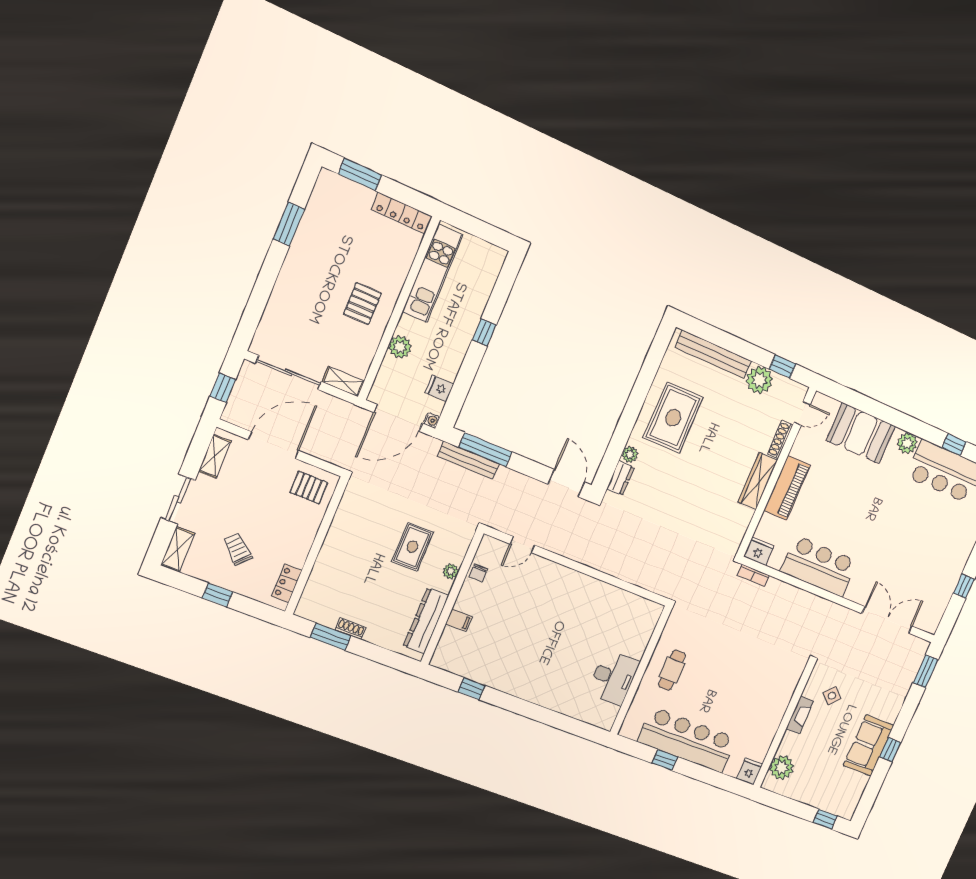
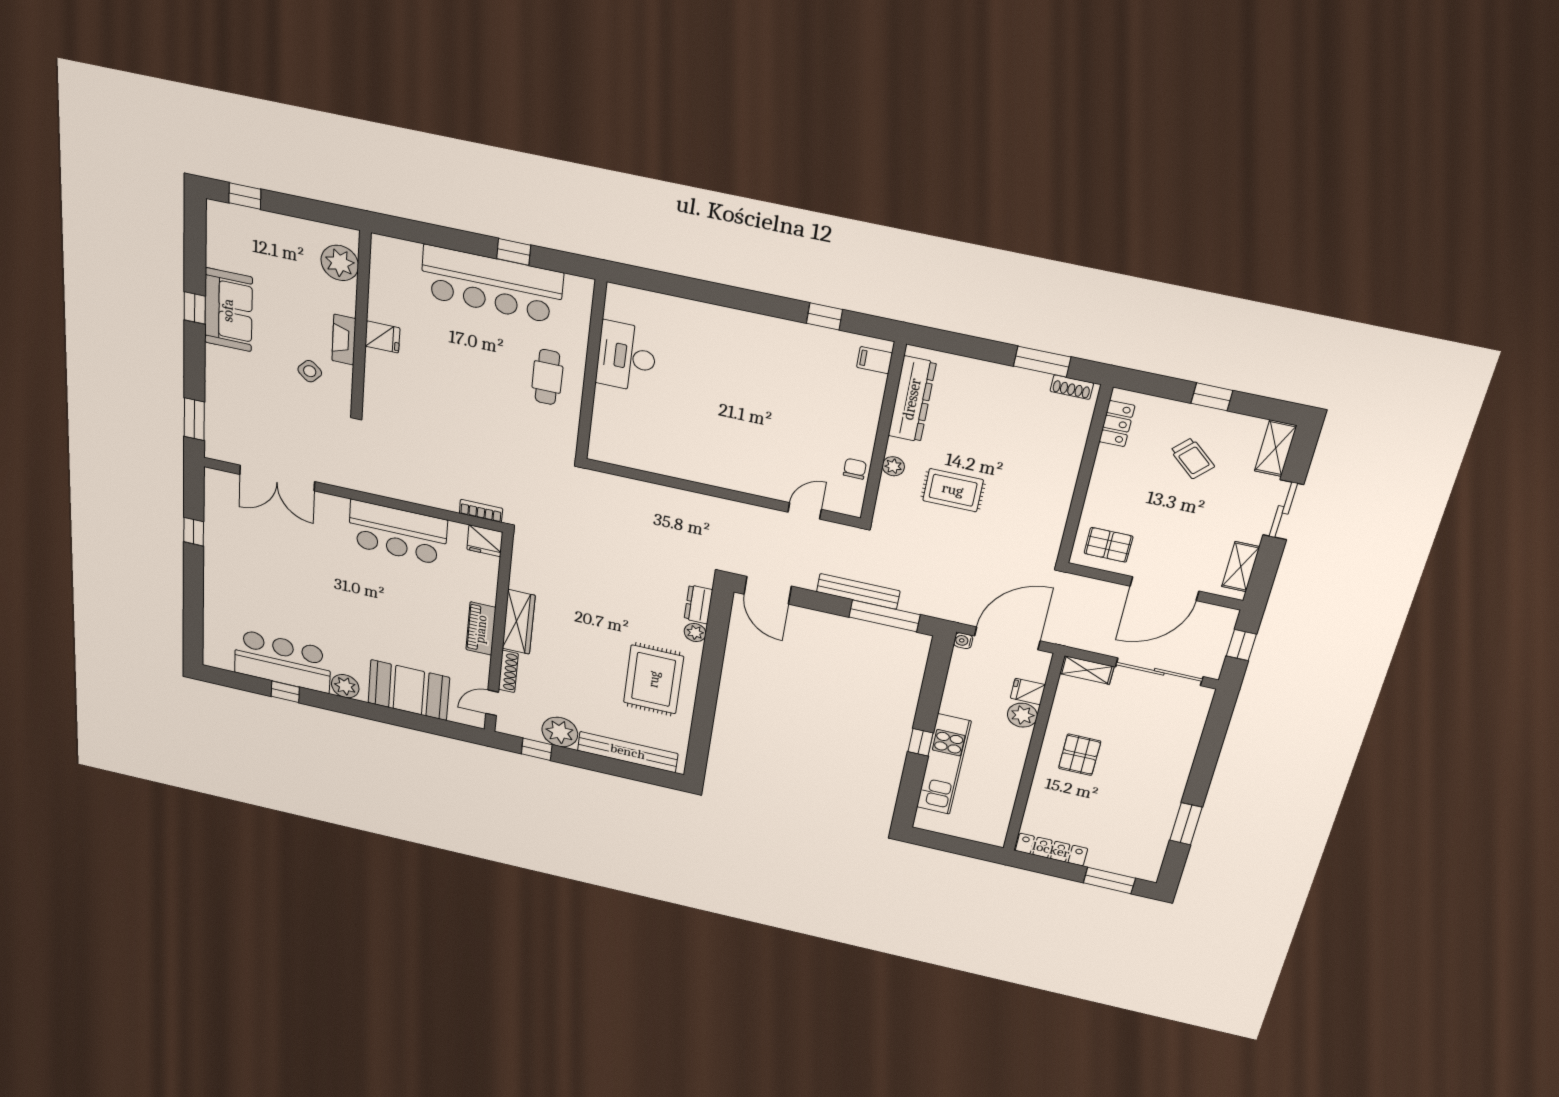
kitchen unit: (433, 273) -> (944, 764), moved, turned 180
fridge: (439, 388) -> (1028, 691), moved, turned 180
bench: (468, 460) -> (858, 591), moved
piano: (787, 488) -> (481, 629), width x0.73, depth x0.75
rug: (412, 547) -> (953, 490), turned 90
filing cabinet: (459, 620) -> (875, 360), moved
shoe rack: (350, 629) -> (1072, 387), moved
fridge: (749, 771) -> (382, 337), moved, turned -90

